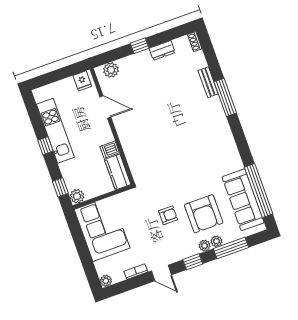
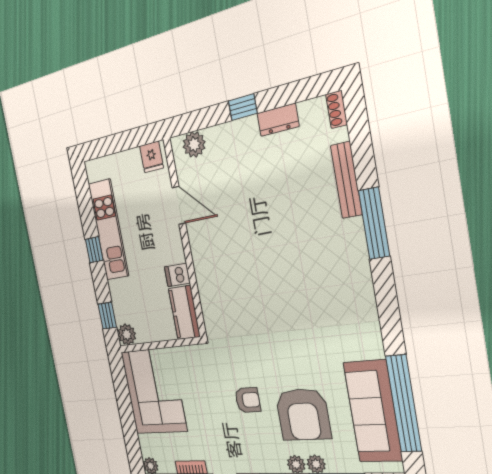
bench: (208, 82) -> (346, 180), width x1.36

